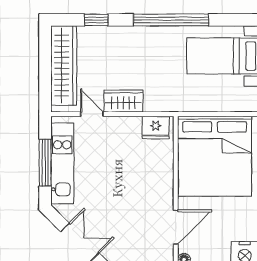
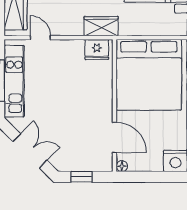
wardrobe: (123, 101) -> (101, 26), moved
door: (176, 227) -> (115, 137), hinge flipped

